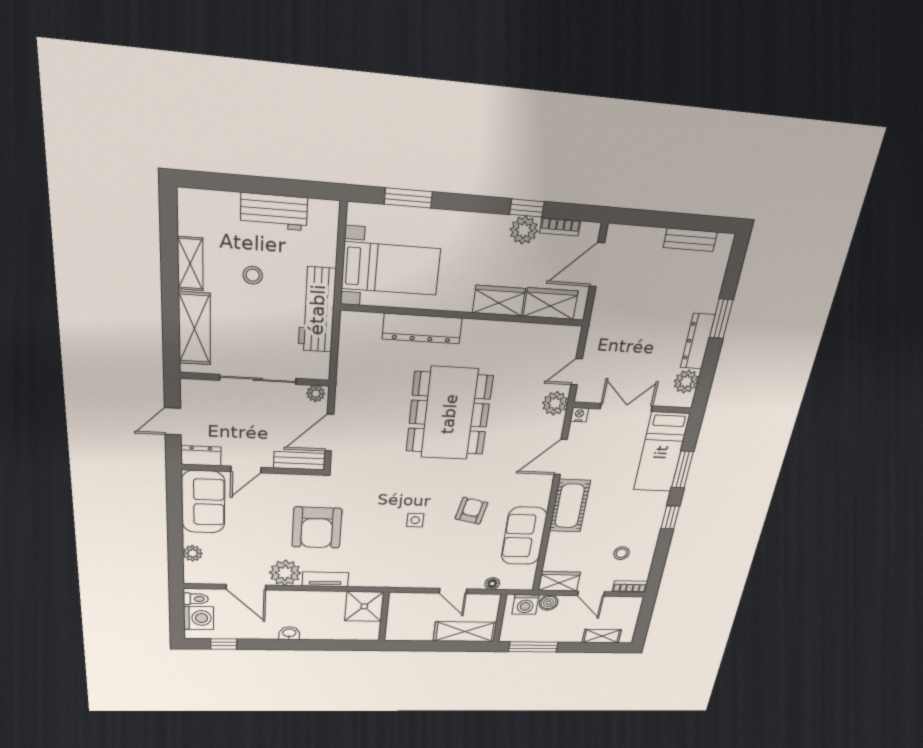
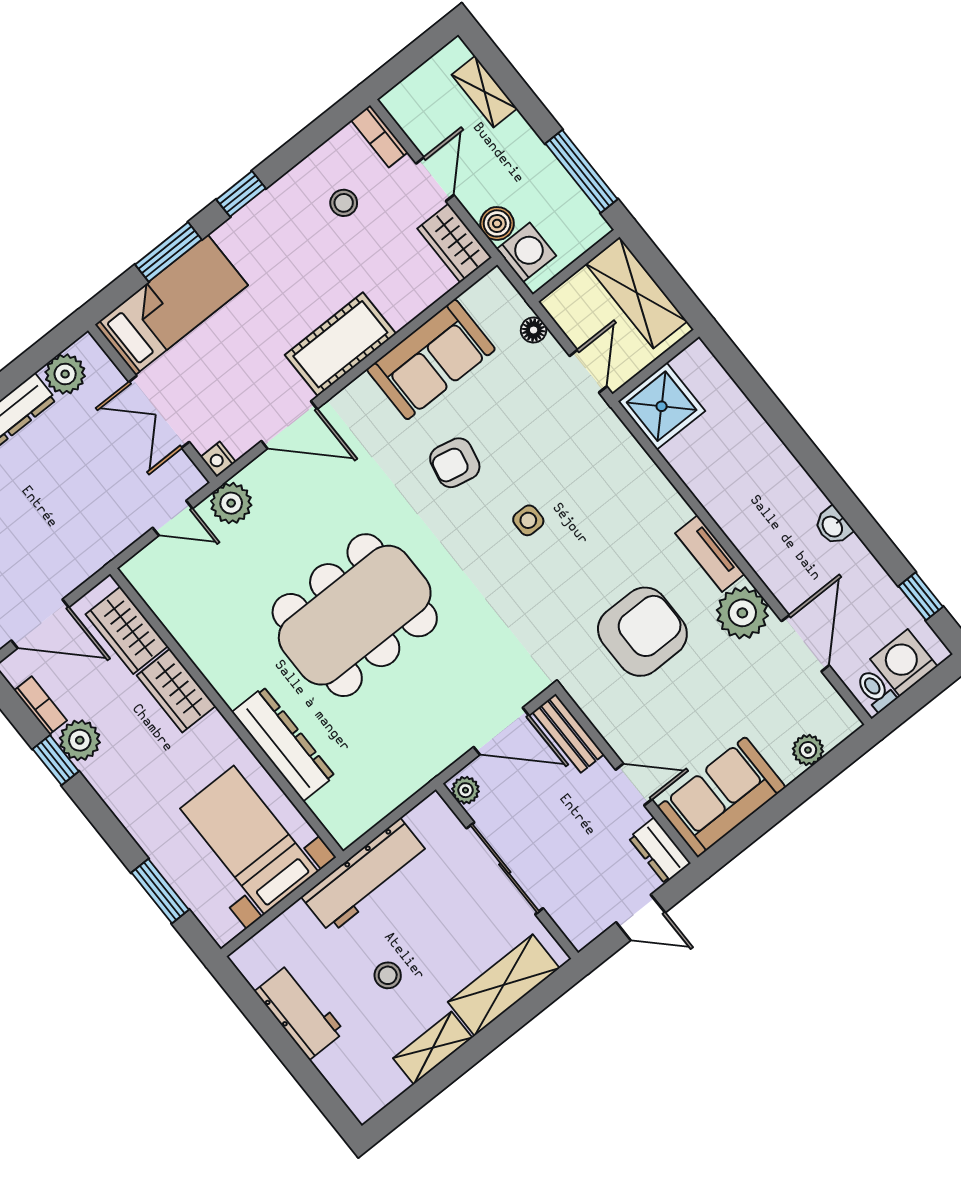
shower: (364, 606) -> (662, 406), moved
wall: (384, 617) -> (656, 365), moved

